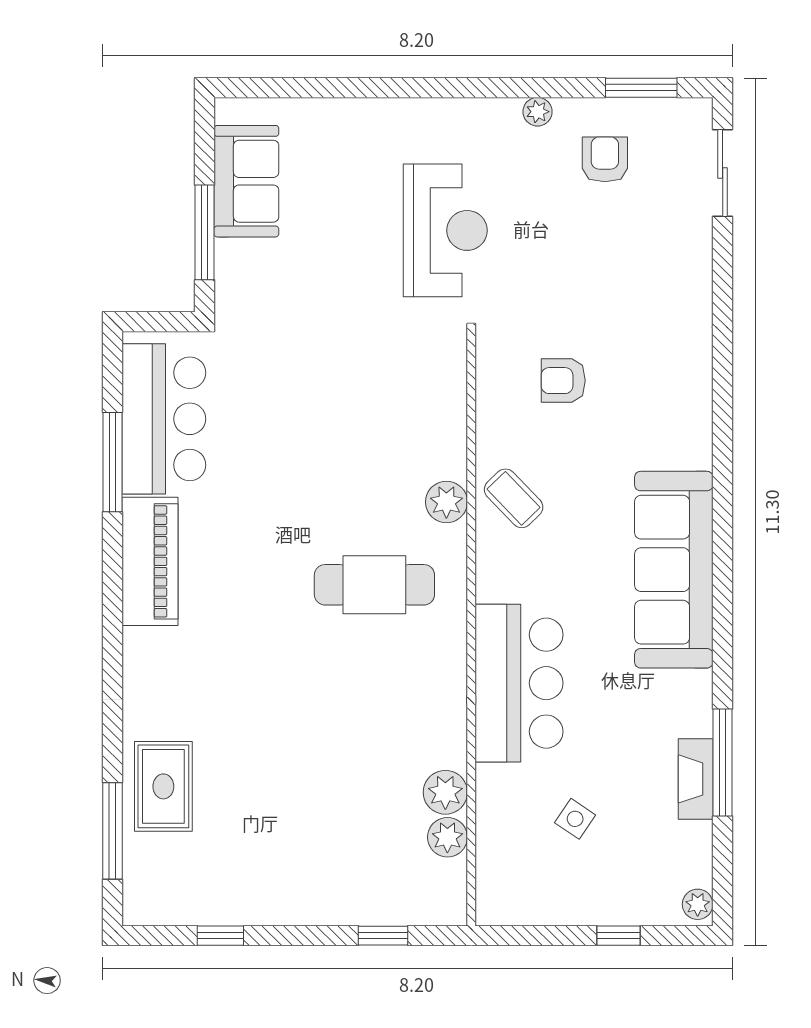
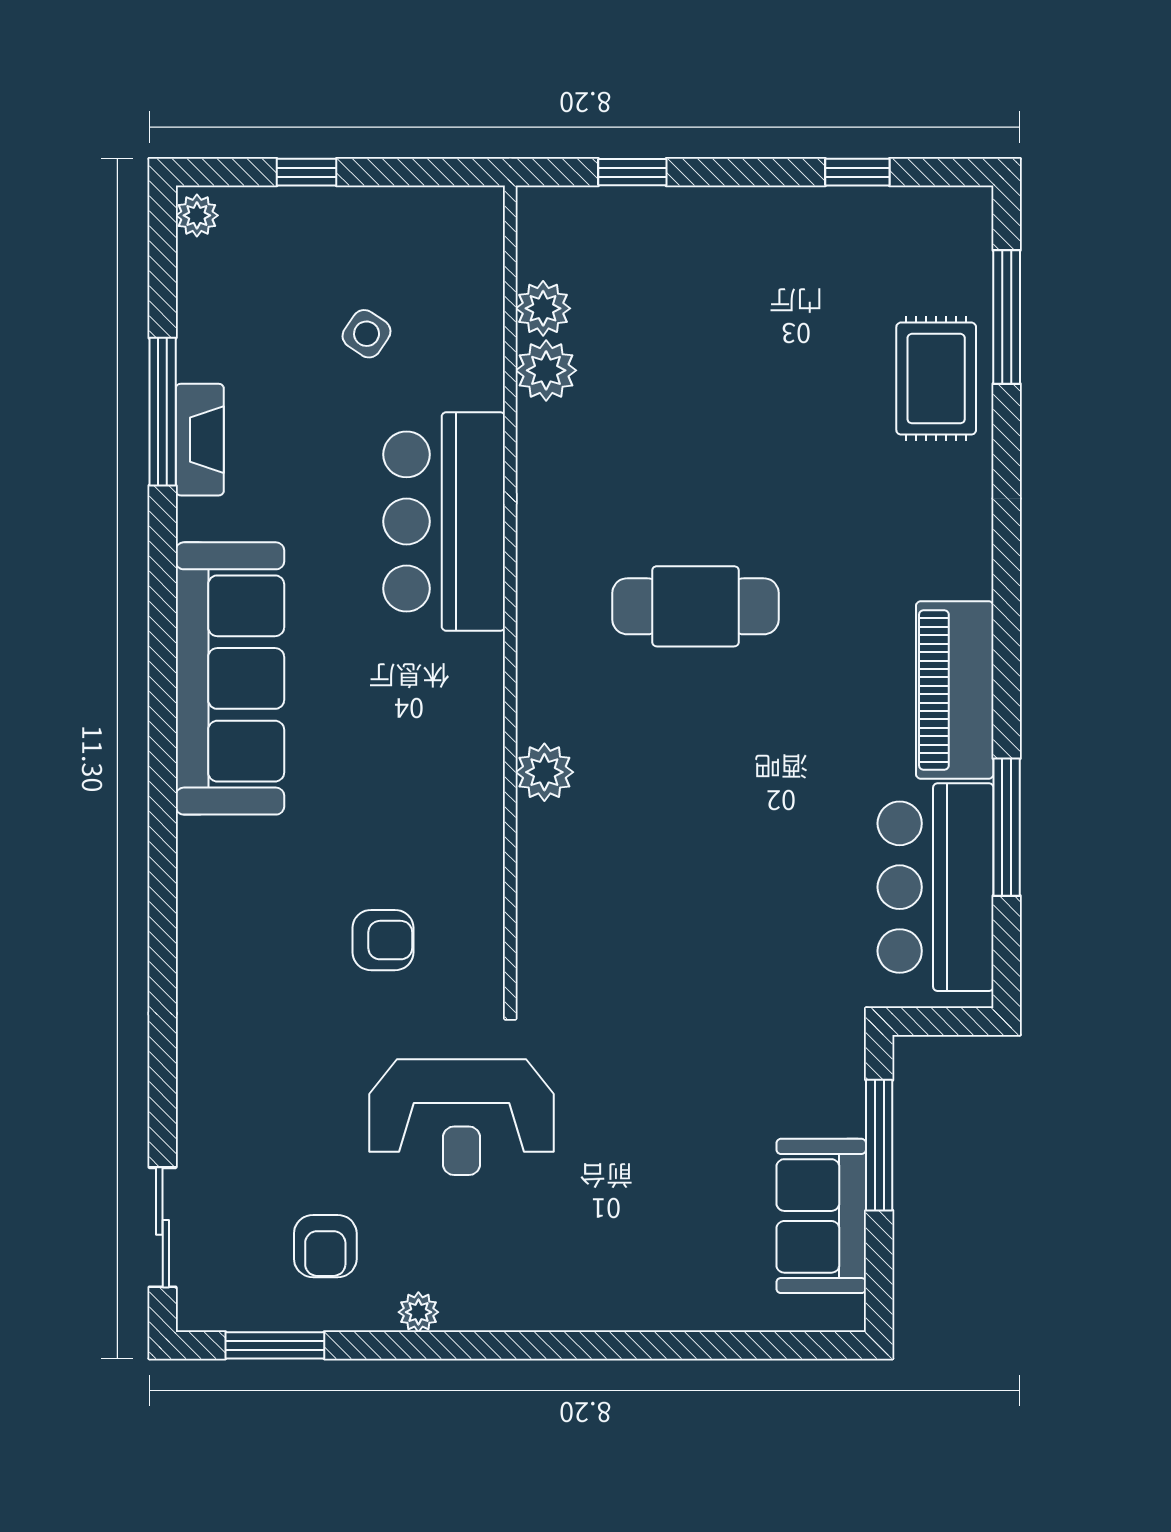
reception desk: (445, 230) -> (462, 1117), moved, turned -90
coffee table: (514, 498) -> (452, 777), removed
cafe table: (374, 585) -> (695, 606), moved
fireplace: (696, 779) -> (200, 440), moved

